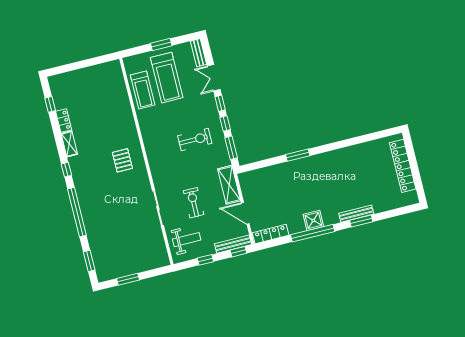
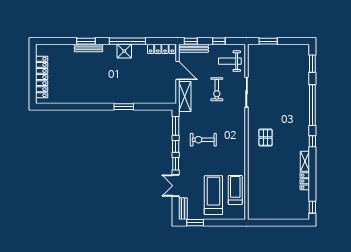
window: (161, 45) -> (195, 223), moved
double door: (214, 78) -> (176, 186), swing flipped
window: (50, 104) -> (312, 207), moved
window: (128, 279) -> (268, 41), moved

